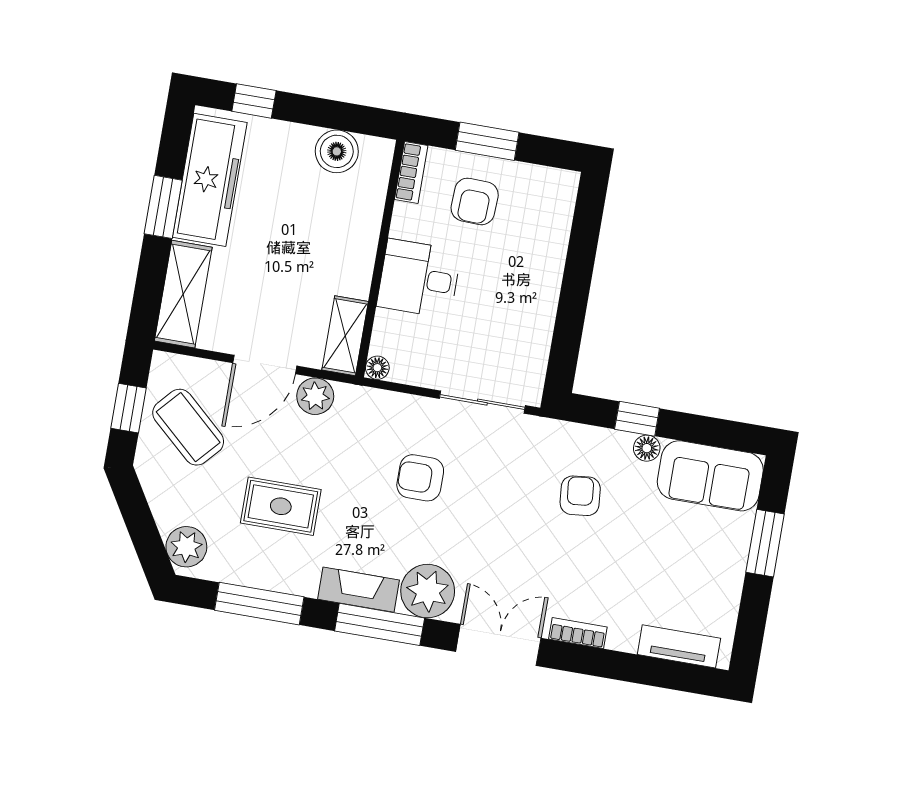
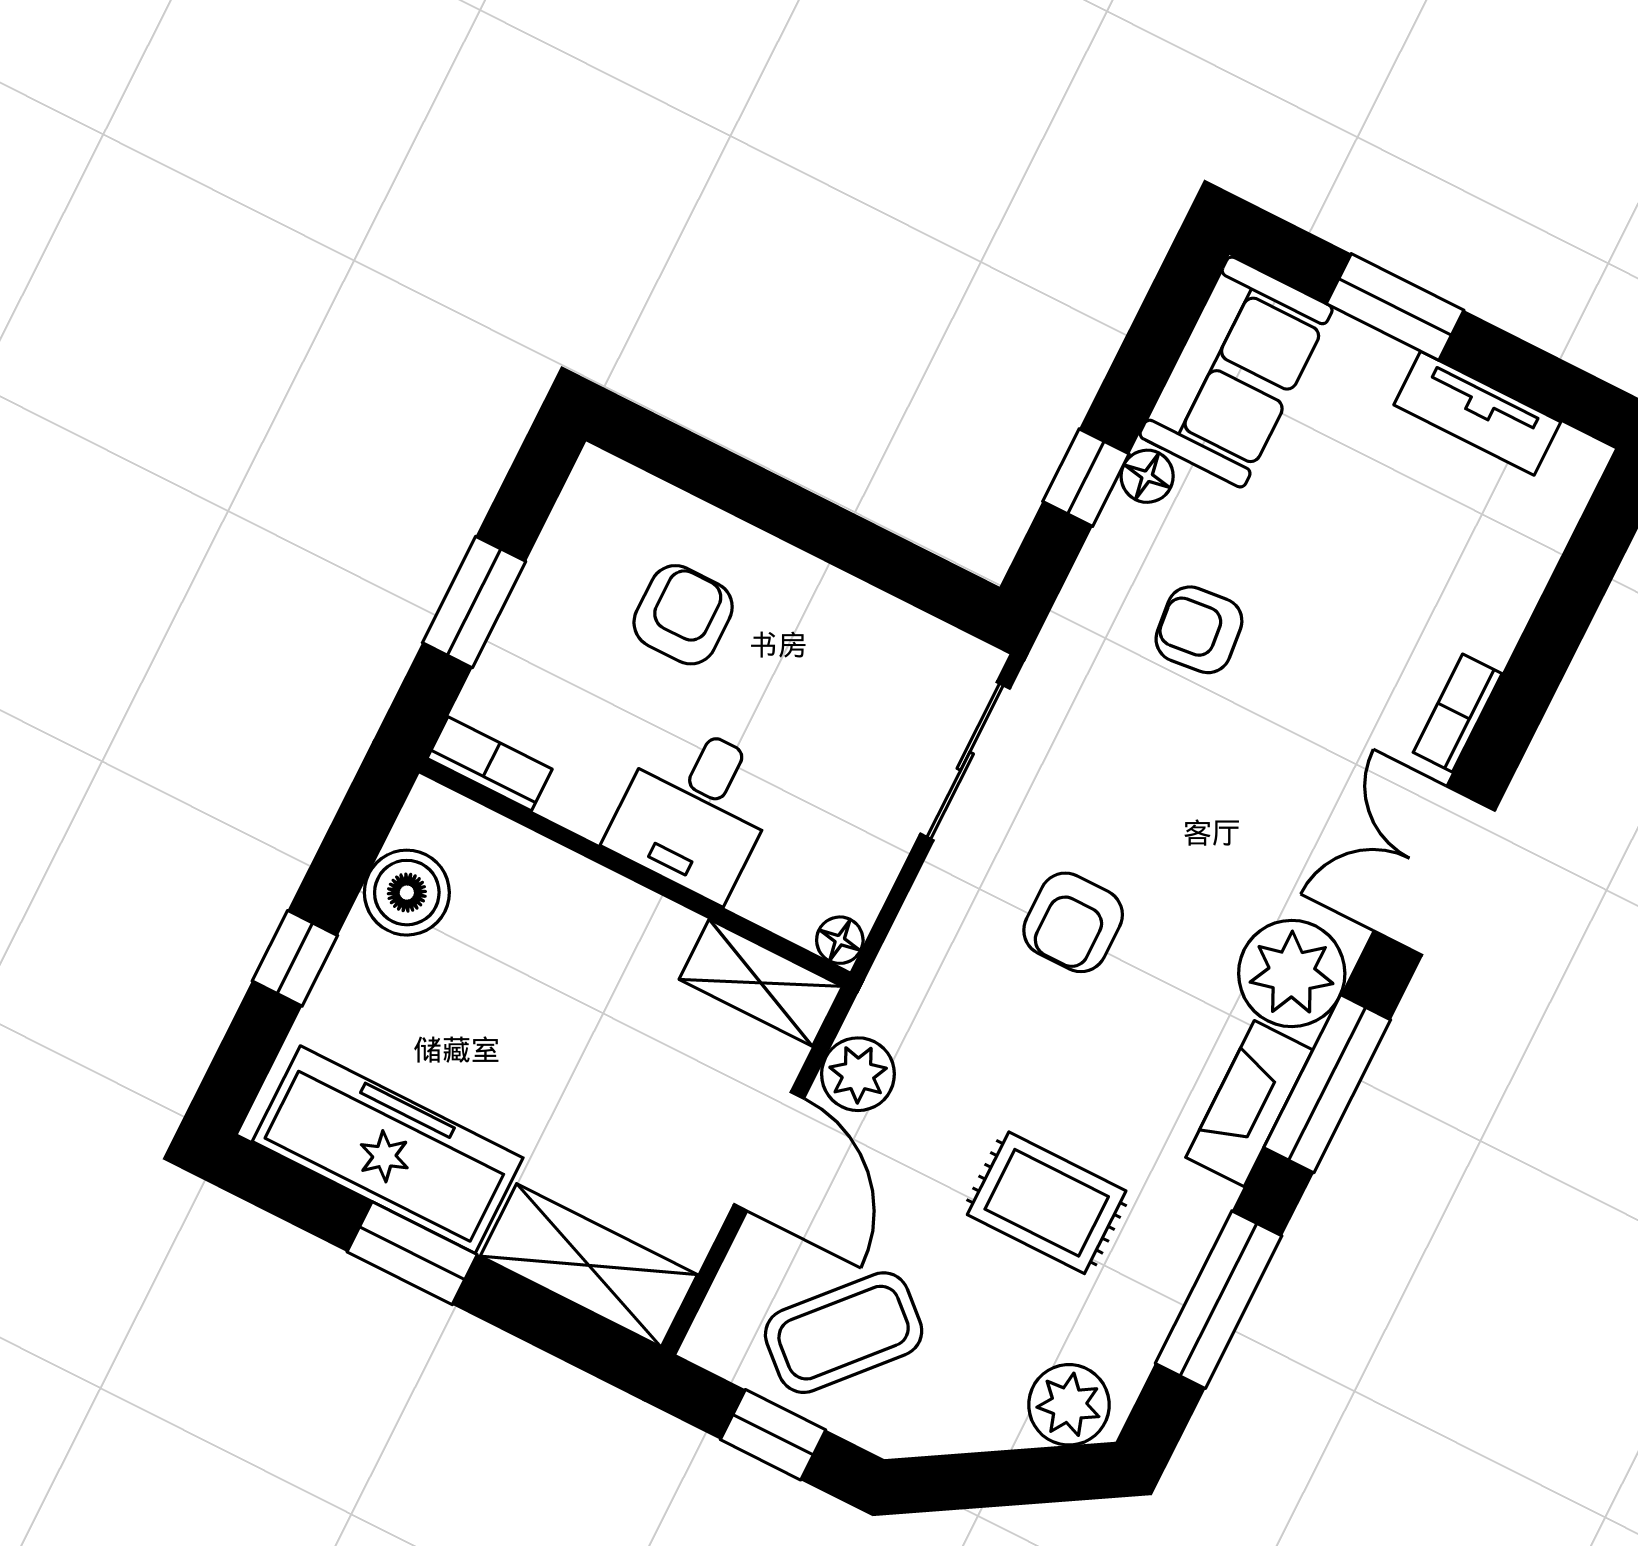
window: (254, 101) -> (295, 958), moved
armchair: (475, 201) -> (683, 615), moved, turned -92
rug: (281, 506) -> (1047, 1203), turned 90
tv unit: (679, 646) -> (1477, 413), moved, turned -90

